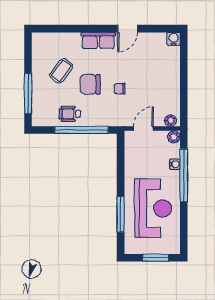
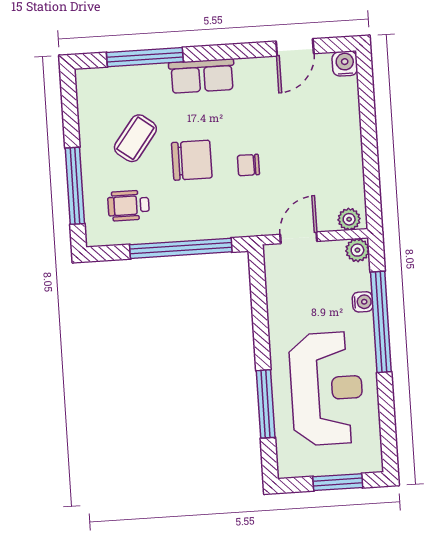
window: (69, 29) -> (145, 57), added
door: (128, 29) -> (295, 47), moved
chair: (90, 84) -> (192, 160), turned 180
wheelchair: (70, 114) -> (129, 206), moved

